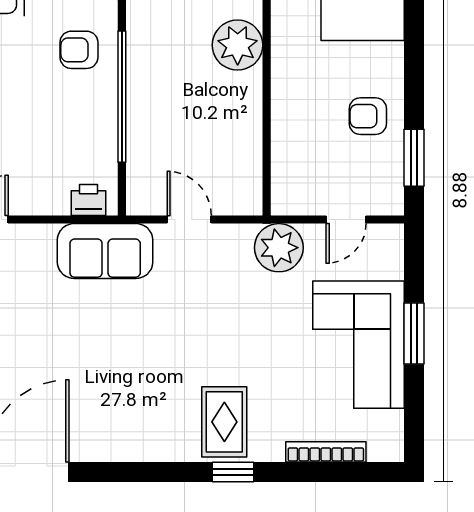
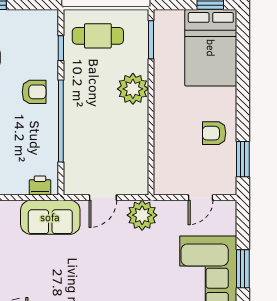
armchair: (79, 50) -> (34, 92), turned 180
door: (189, 220) -> (103, 198), swing flipped
plant: (279, 248) -> (142, 215), moved

